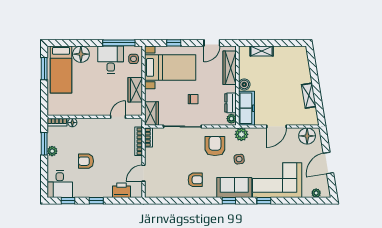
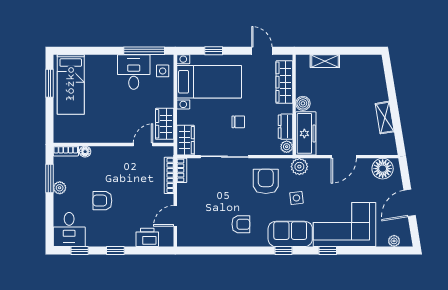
door: (212, 43) -> (262, 51), swing flipped
floor lamp: (81, 54) -> (96, 65), removed
wardrobe: (135, 90) -> (165, 124), moved

